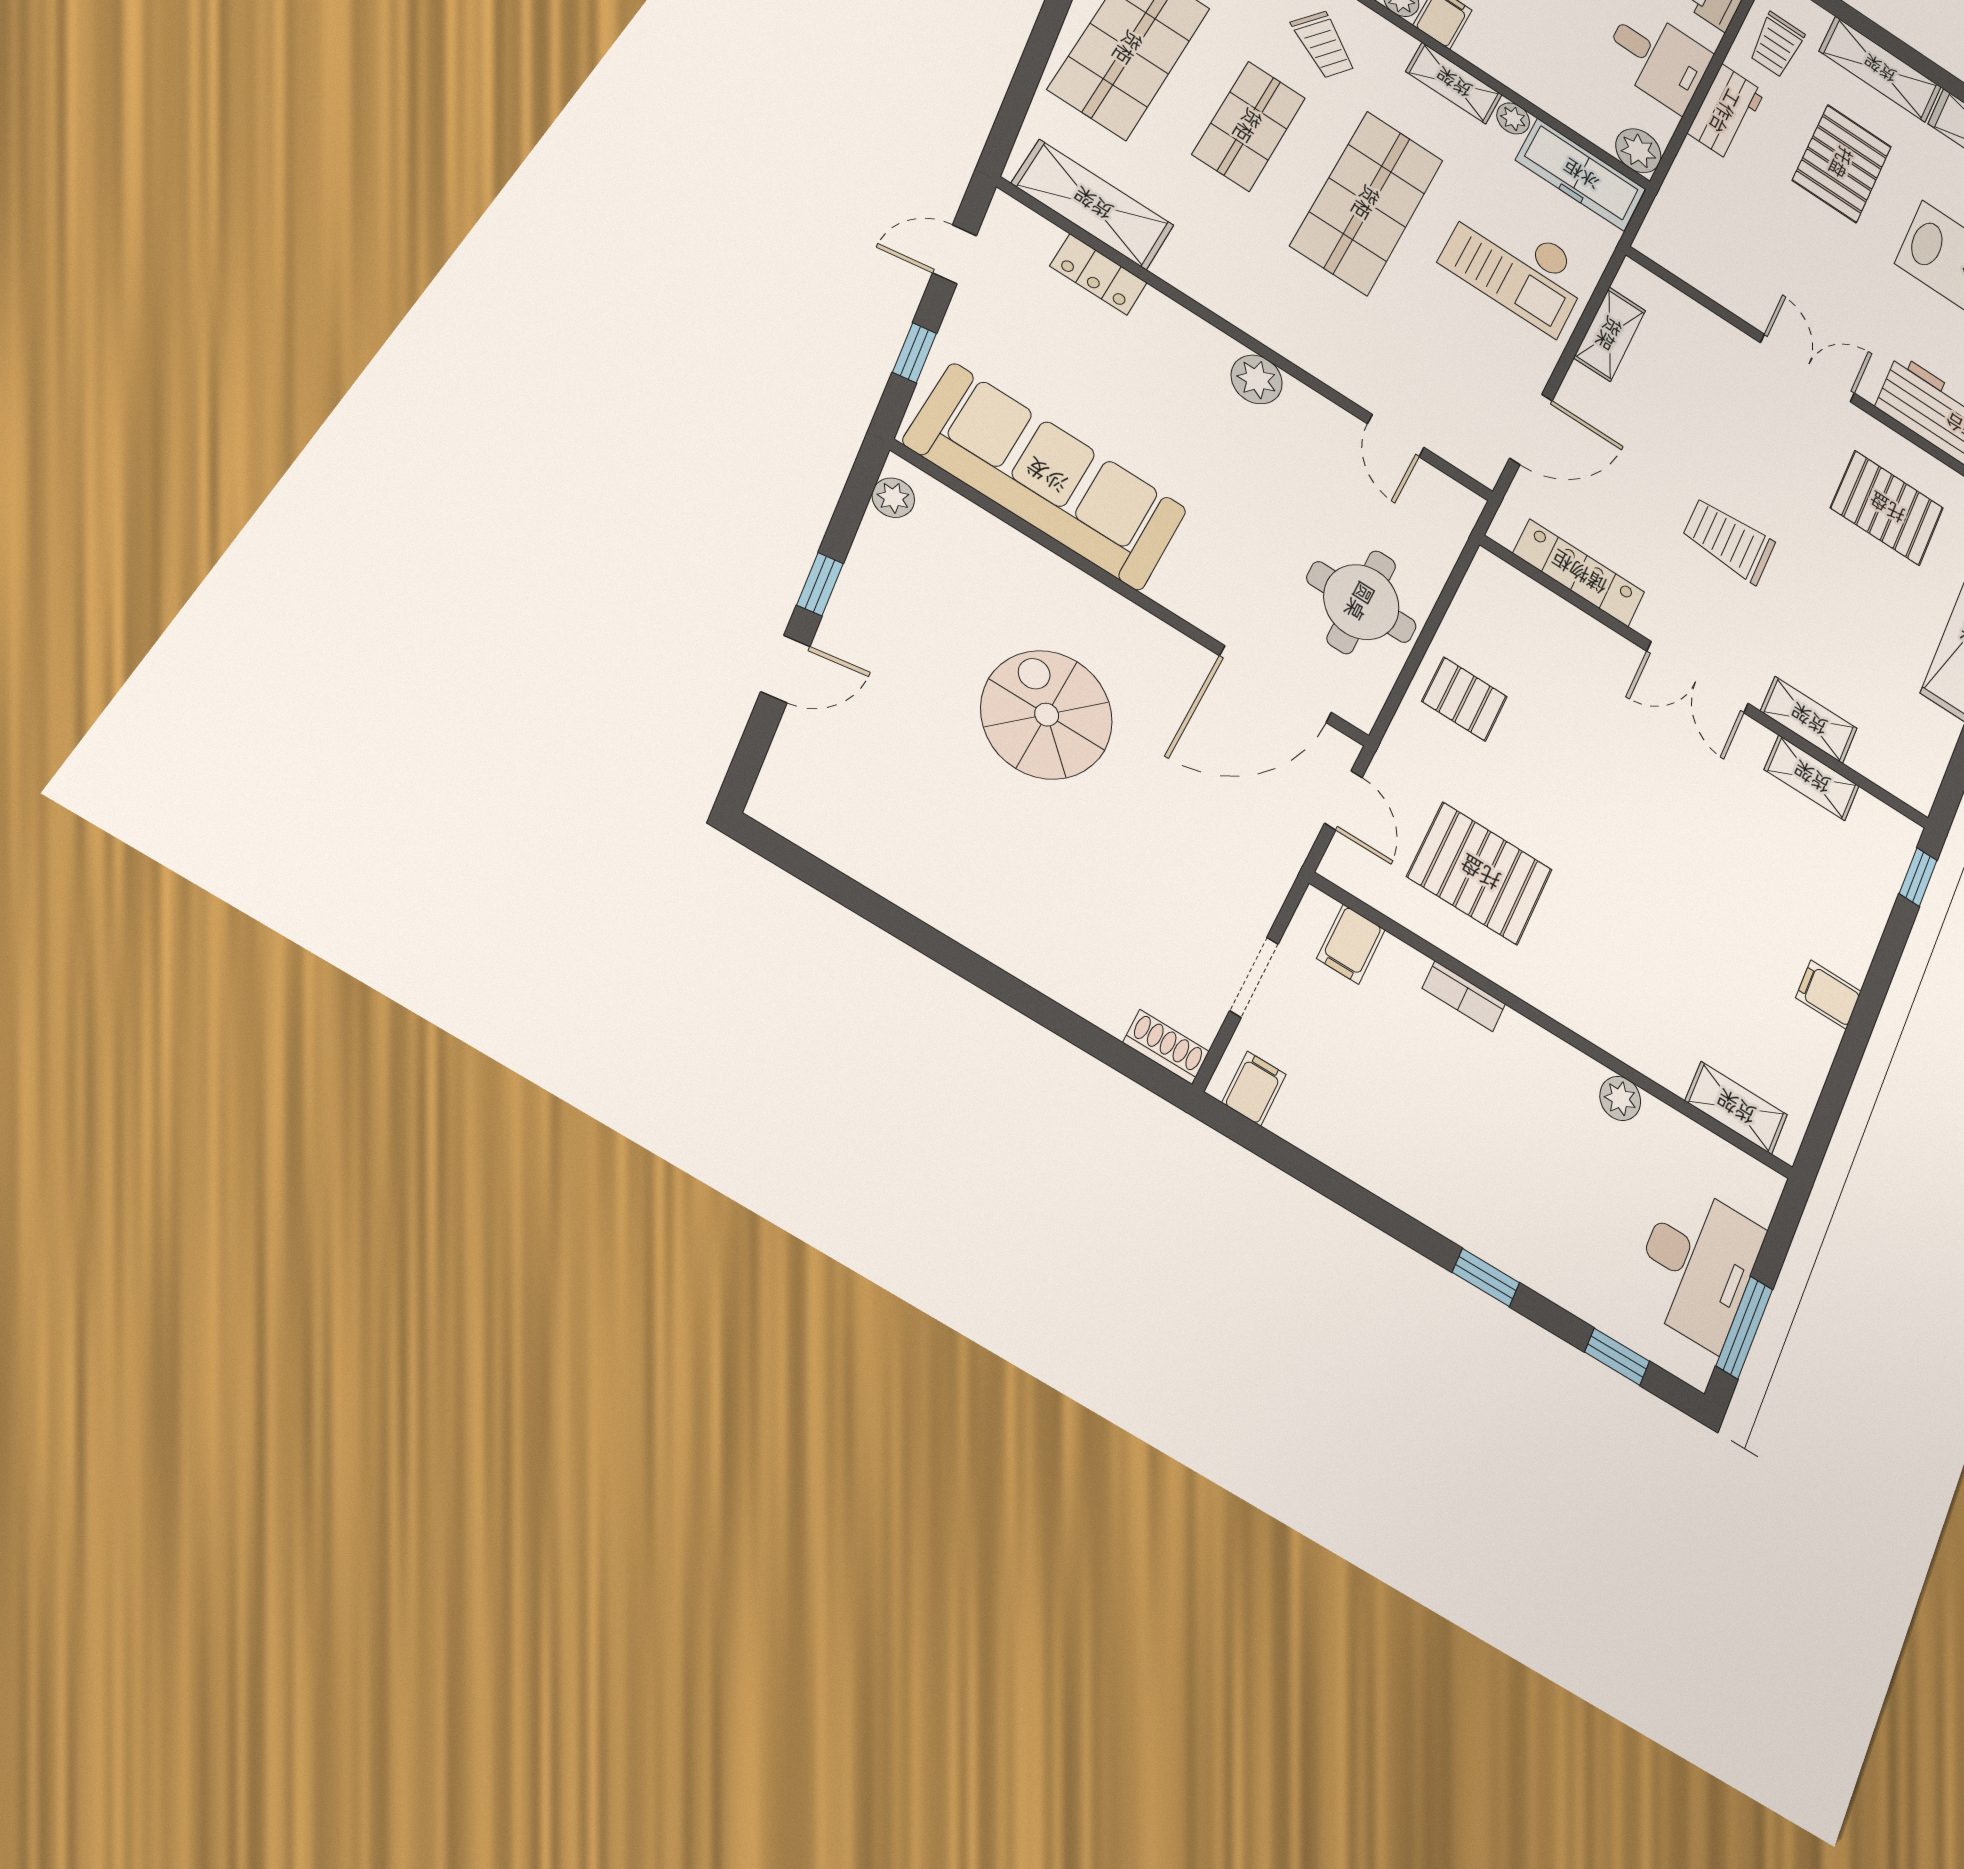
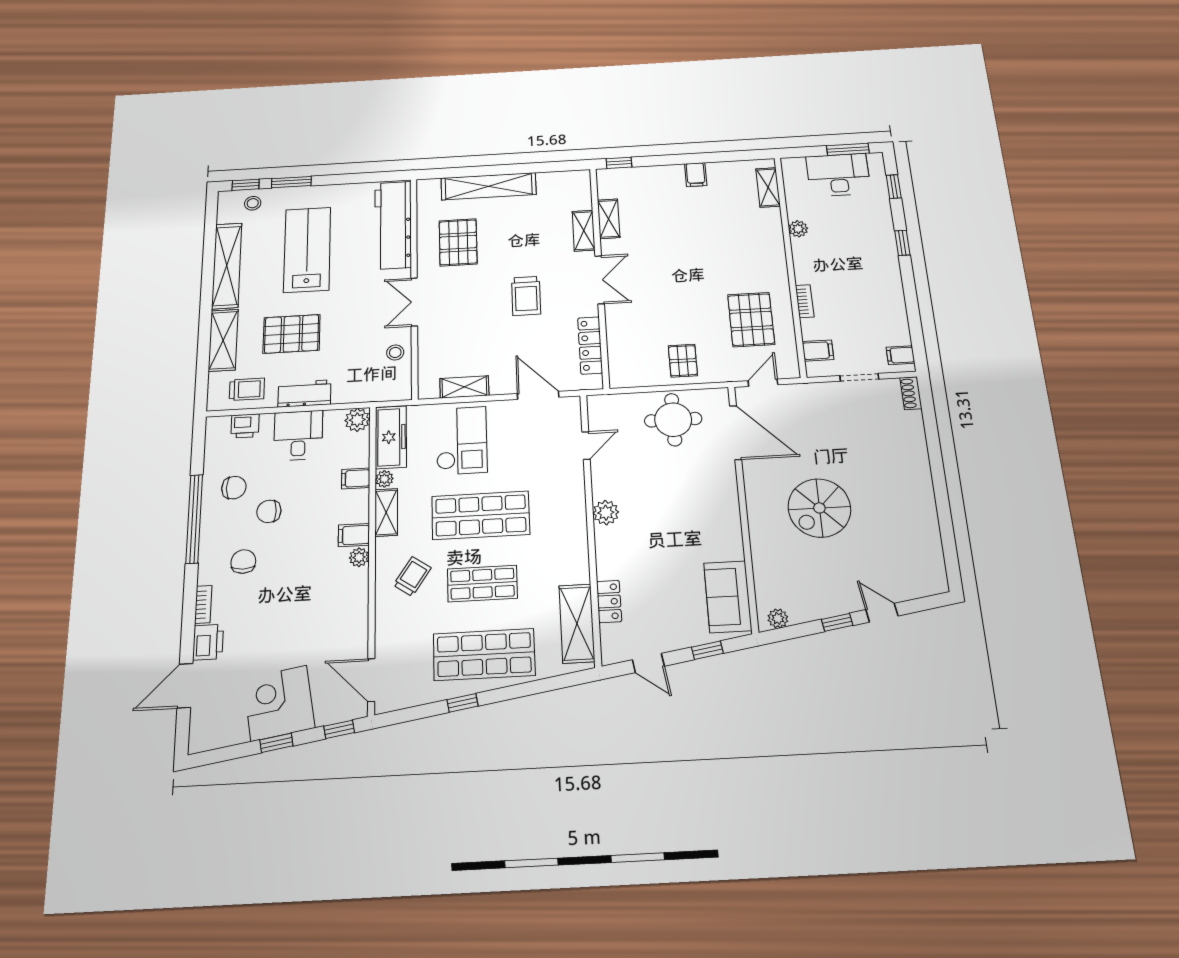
filing cabinet: (1537, 82) -> (356, 479), added
stool: (1729, 280) -> (395, 352), added
sofa: (1046, 476) -> (728, 597), width x0.54, depth x0.79

